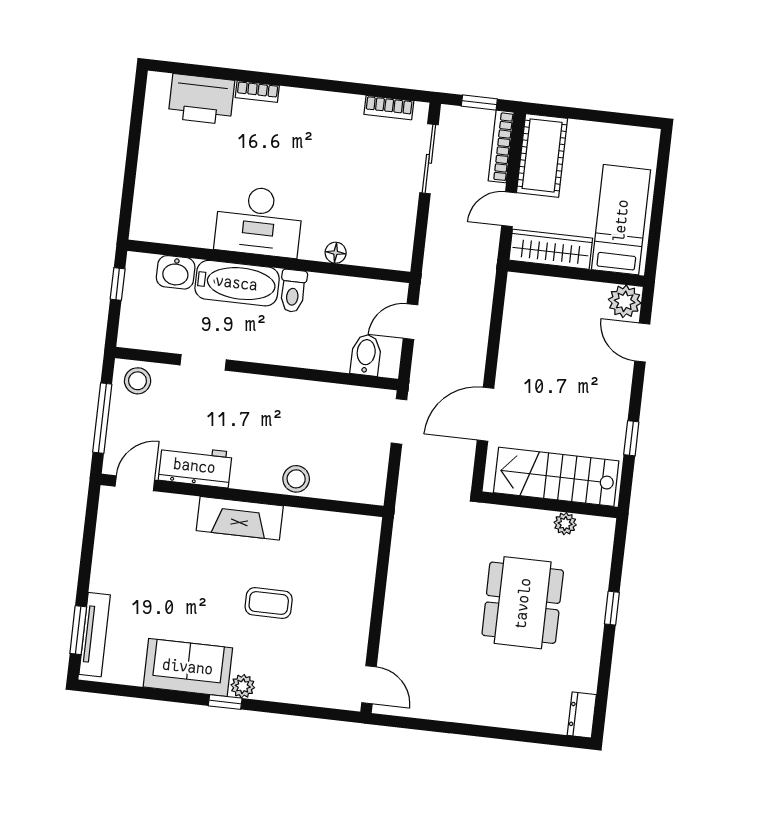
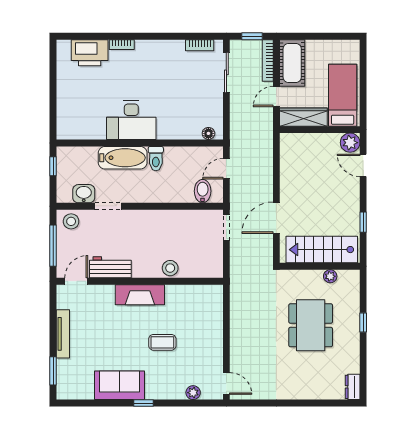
floor lamp: (336, 253) -> (208, 133), moved
washbasin: (176, 272) -> (84, 194), moved, turned 180
tv unit: (95, 635) -> (63, 334), moved
plant: (243, 686) -> (193, 393), moved

